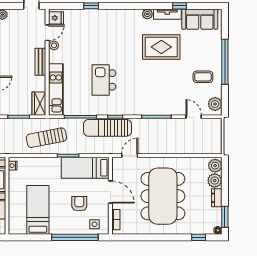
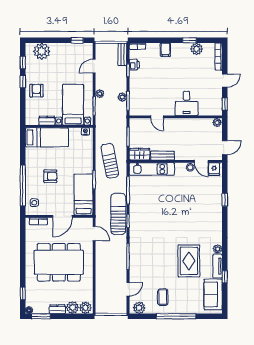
bench: (40, 62) -> (162, 156), moved
kitchen island: (104, 80) -> (160, 211), removed
armchair: (79, 204) -> (50, 176), moved
bed: (38, 210) -> (47, 137), moved

